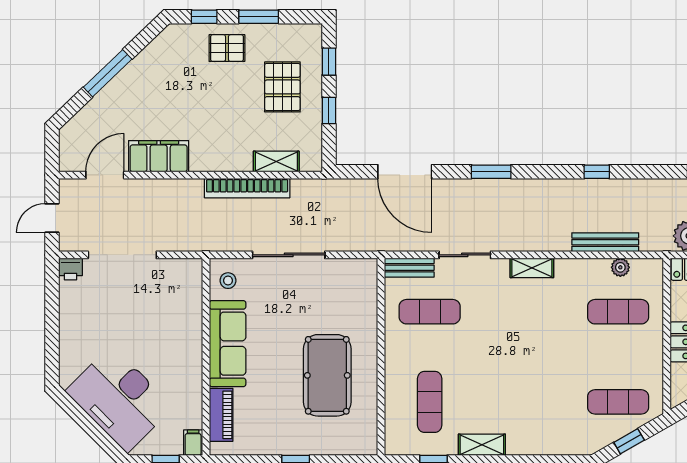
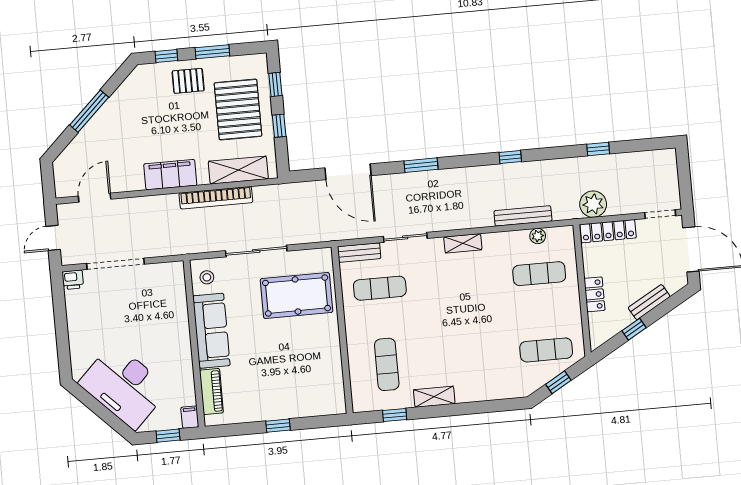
pallet: (282, 87) -> (238, 109), width x1.37, depth x1.41
filing cabinet: (159, 156) -> (170, 175), moved
shelving: (276, 162) -> (238, 170), width x1.50, depth x1.33
pool table: (327, 375) -> (297, 295), moved, turned 90

